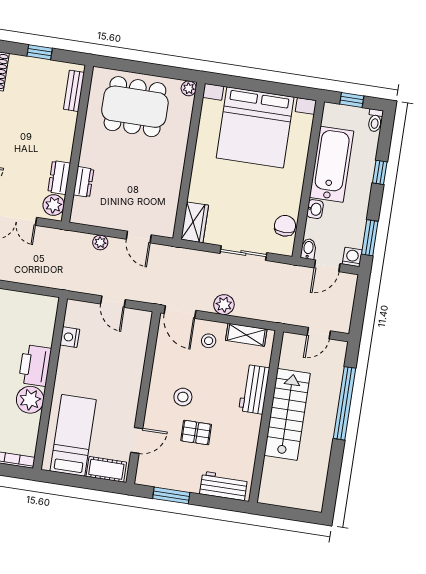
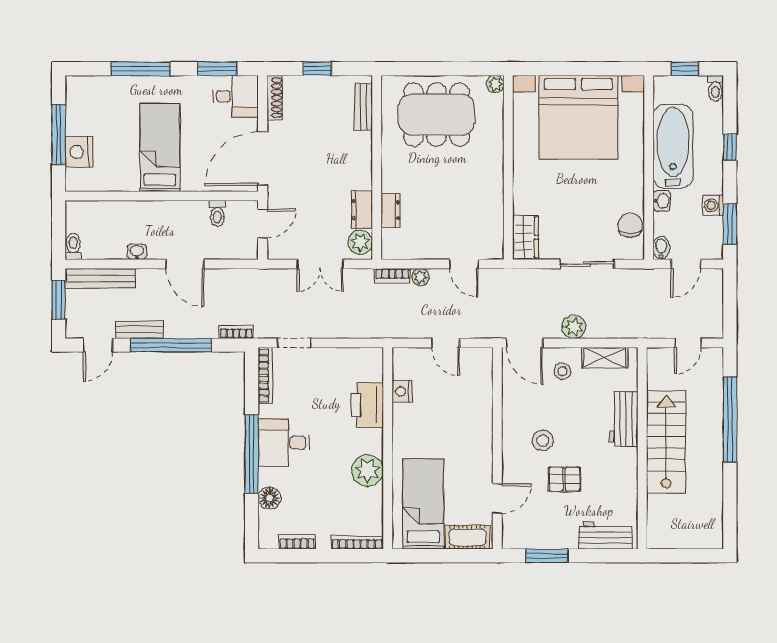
bookcase: (77, 237) -> (392, 275), added
washing machine: (352, 257) -> (713, 205), moved, turned -90
printer: (35, 365) -> (367, 405), moved

